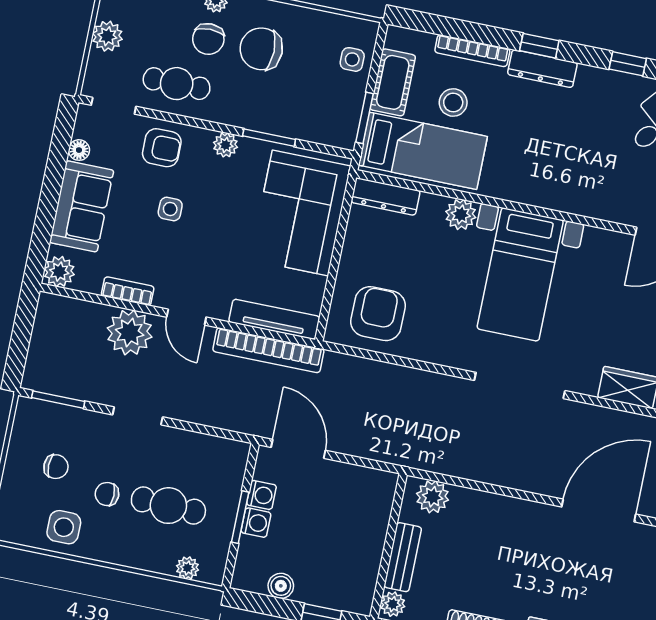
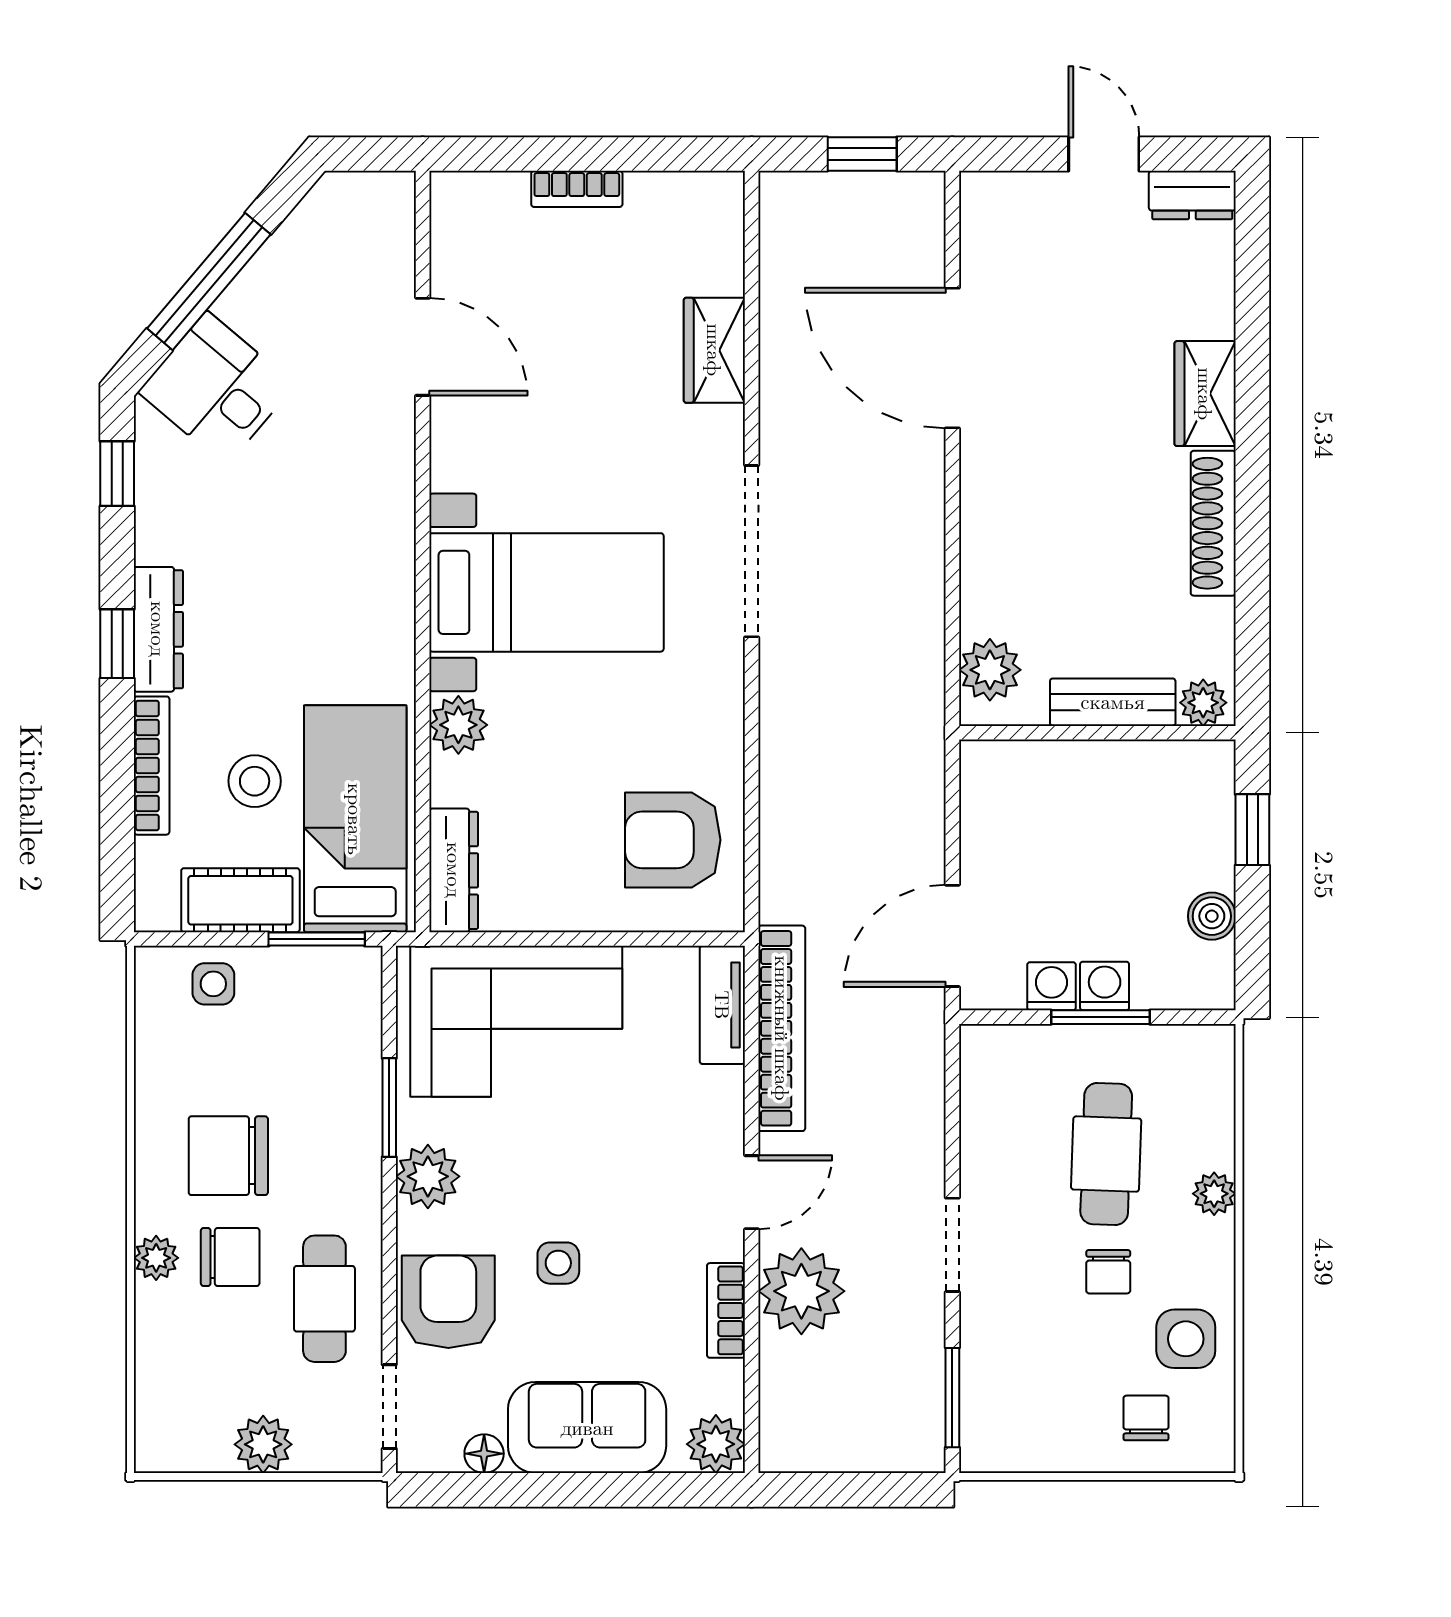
chair: (261, 49) -> (228, 1156), turned 90
plant: (226, 145) -> (428, 1176), width x1.38, depth x1.38
armchair: (162, 148) -> (448, 1302), width x1.38, depth x1.38
tv unit: (274, 319) -> (722, 1005), width x0.71
chair: (56, 467) -> (1146, 1418), moved
plant: (187, 568) -> (1214, 1194), moved

